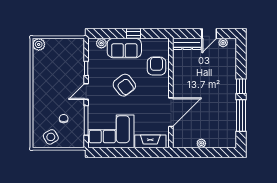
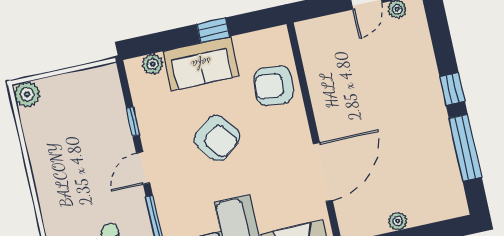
dresser: (187, 44) -> (325, 28), removed
armchair: (157, 66) -> (274, 86), turned -84

